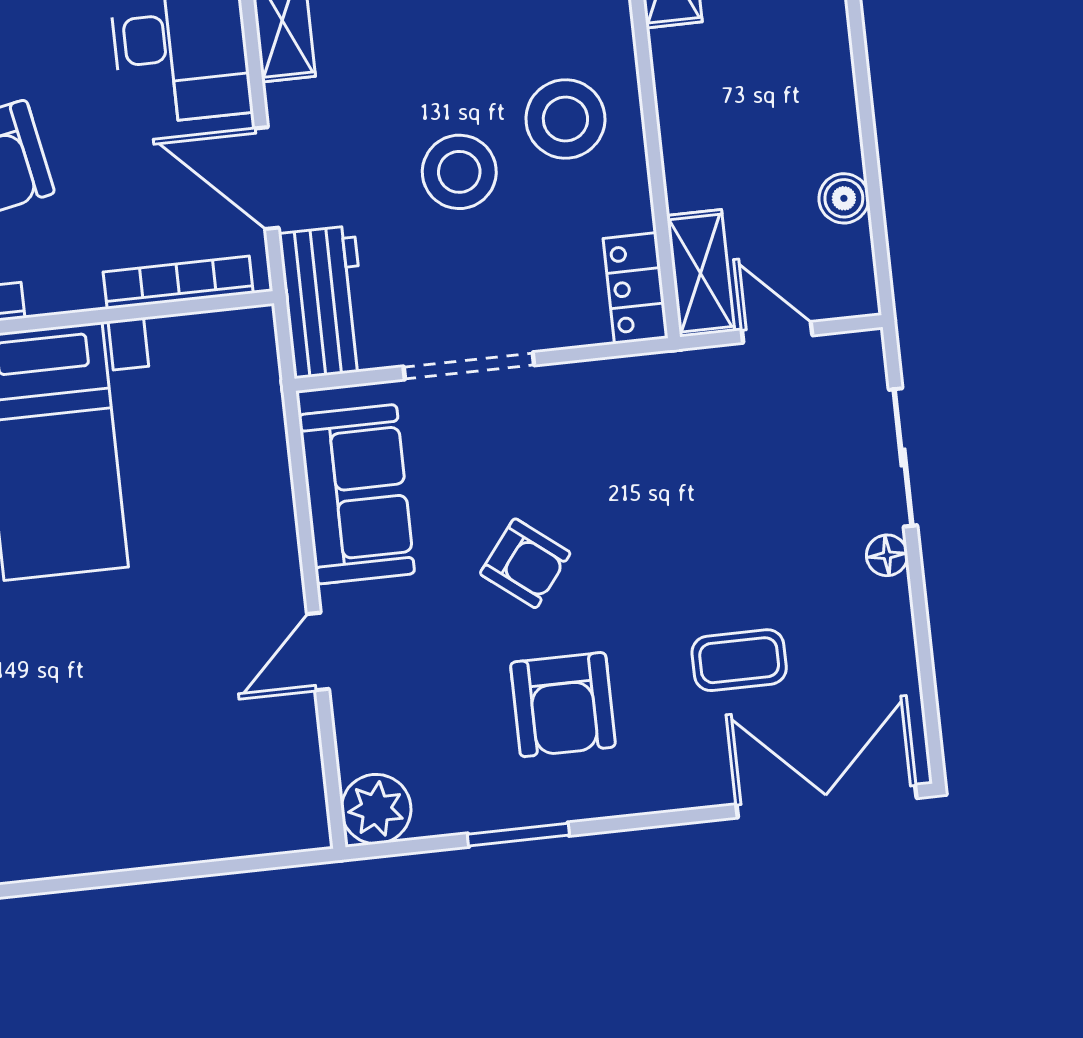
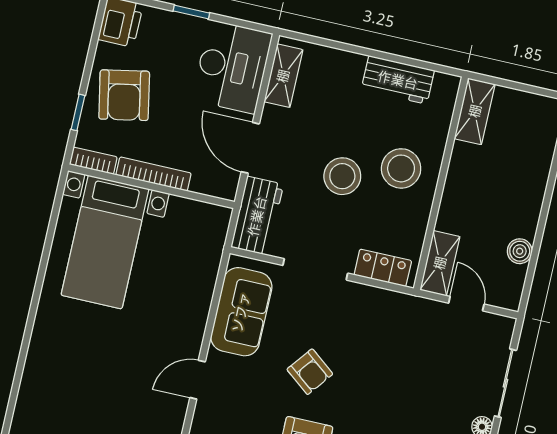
bookcase: (178, 283) -> (153, 174), moved
locker: (636, 288) -> (383, 268), moved, turned 90

